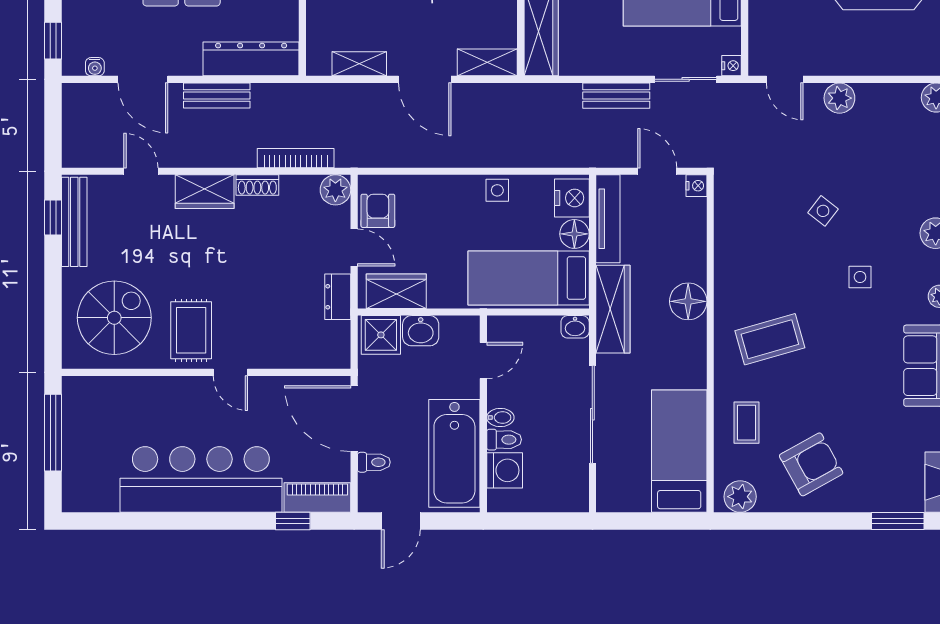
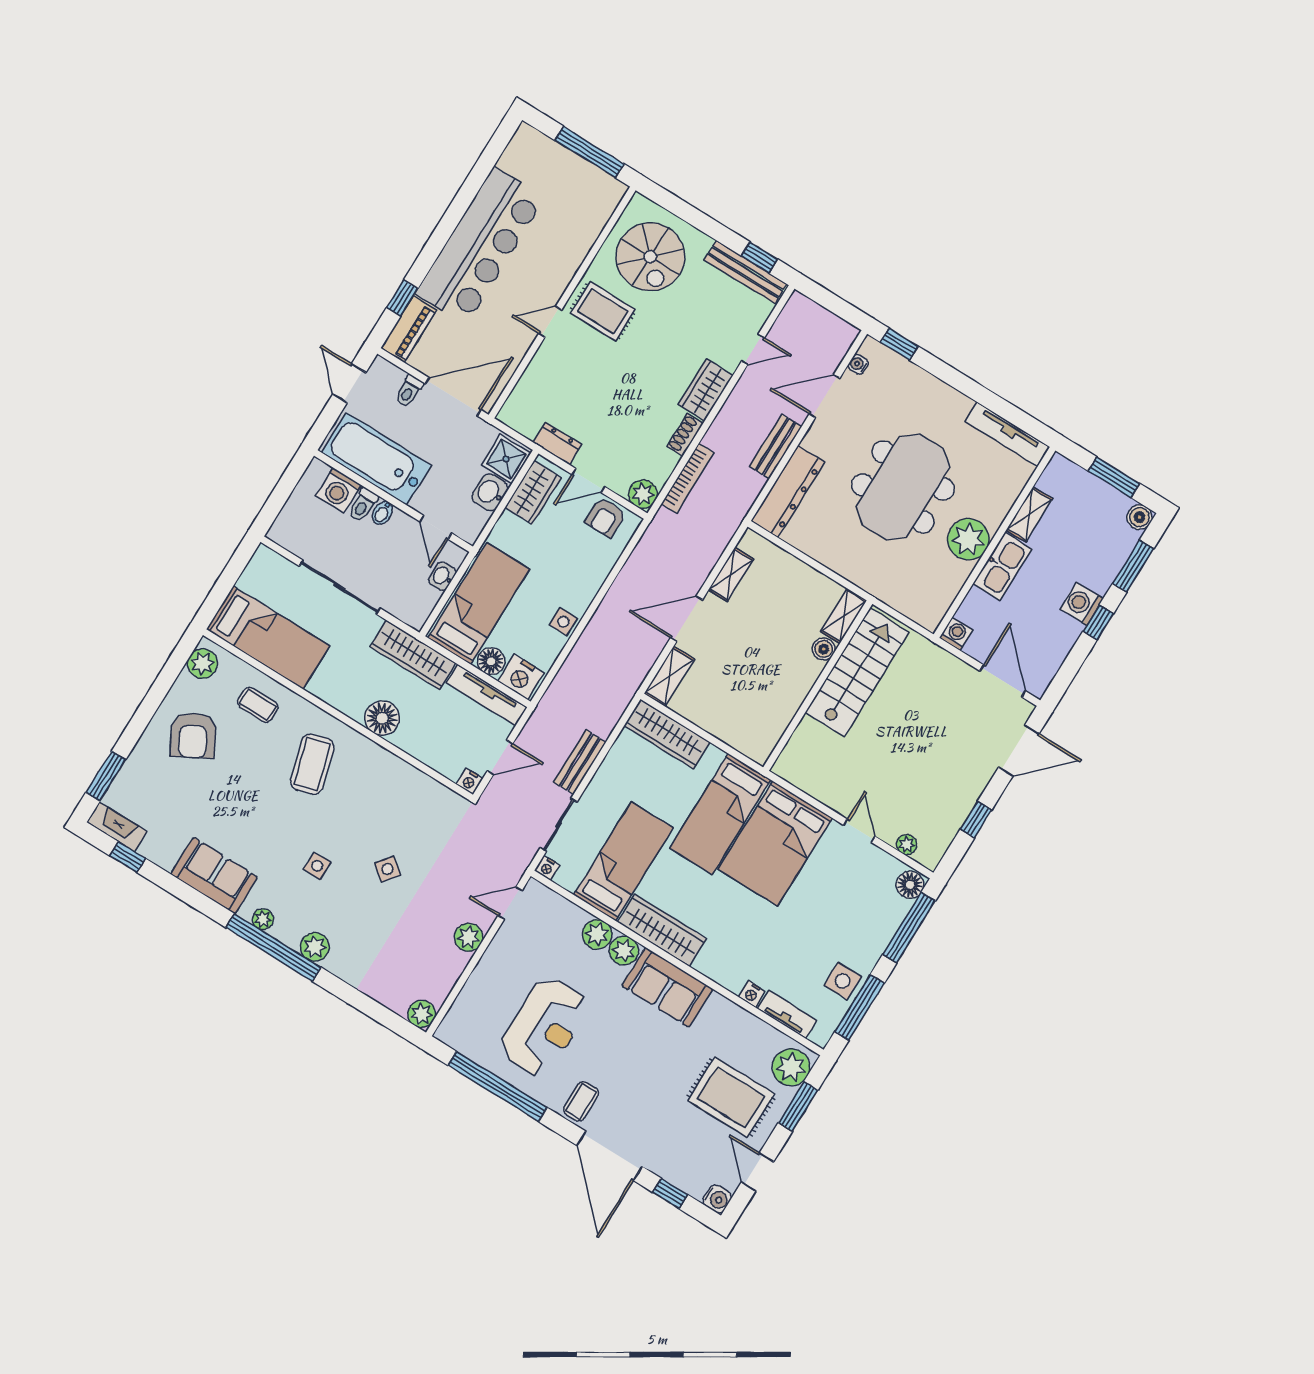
armchair: (378, 211) -> (606, 517), turned 90
washbasin: (575, 327) -> (442, 576), moved

